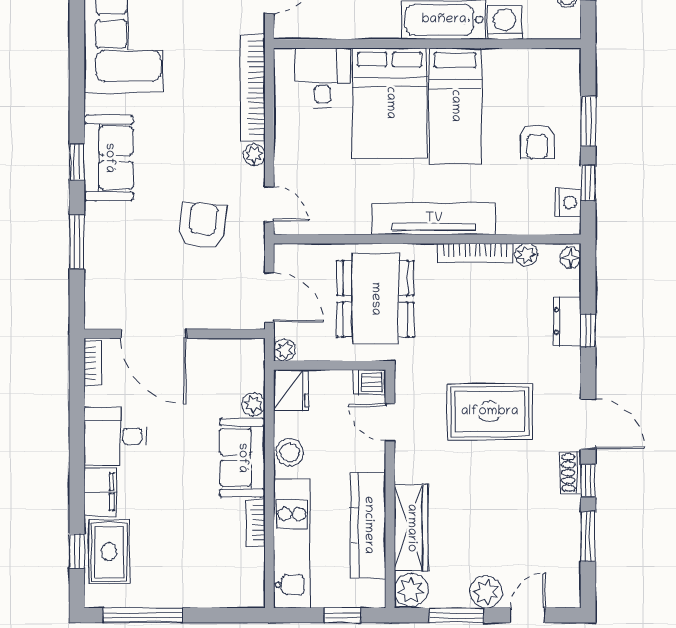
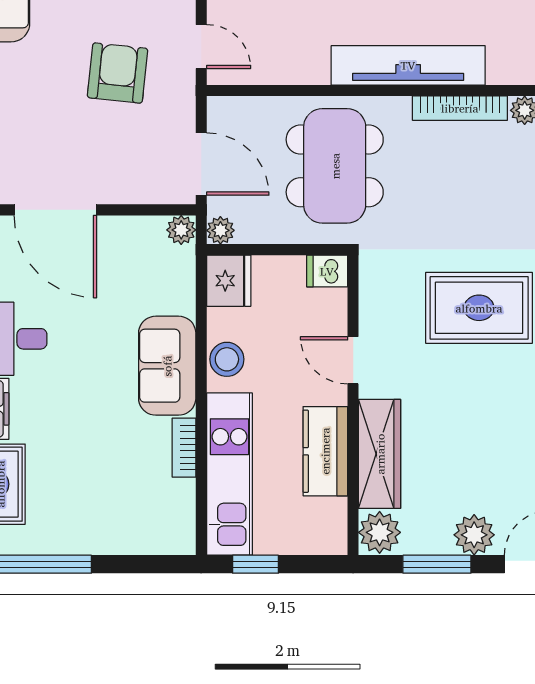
plant: (253, 404) -> (181, 230), moved
door: (390, 422) -> (353, 360), moved
kitchen counter: (368, 525) -> (325, 451), width x0.67
window: (342, 615) -> (255, 564), moved

